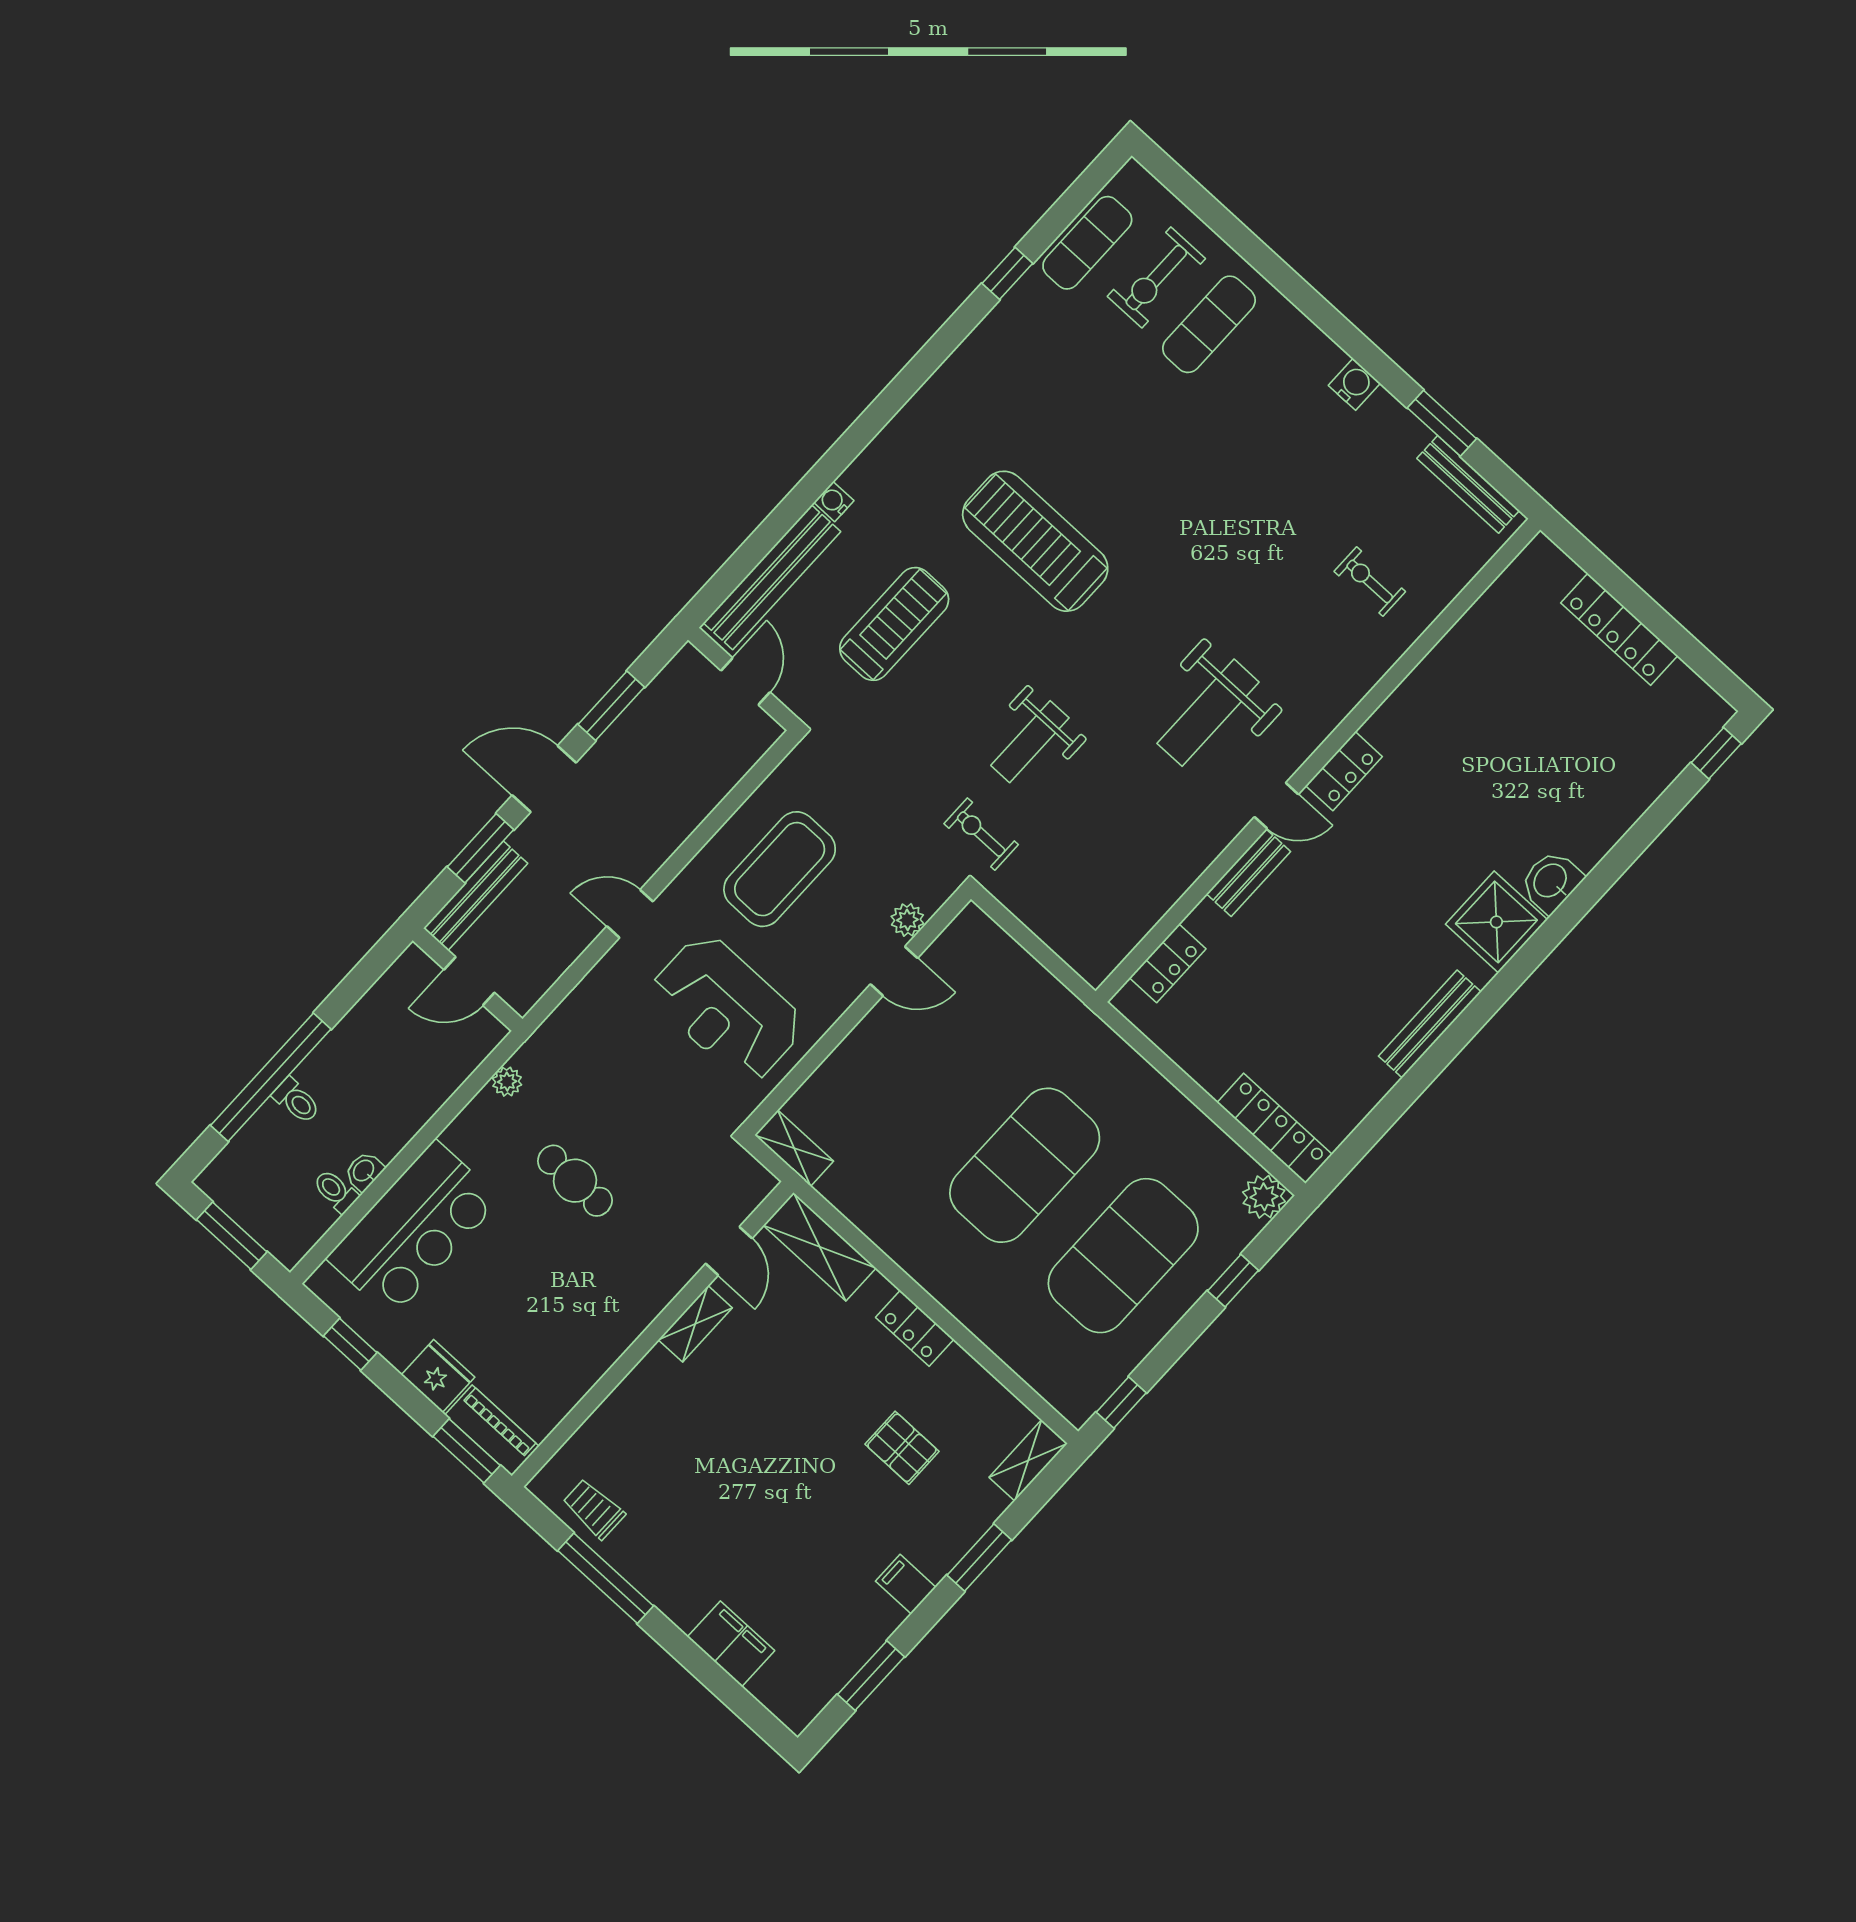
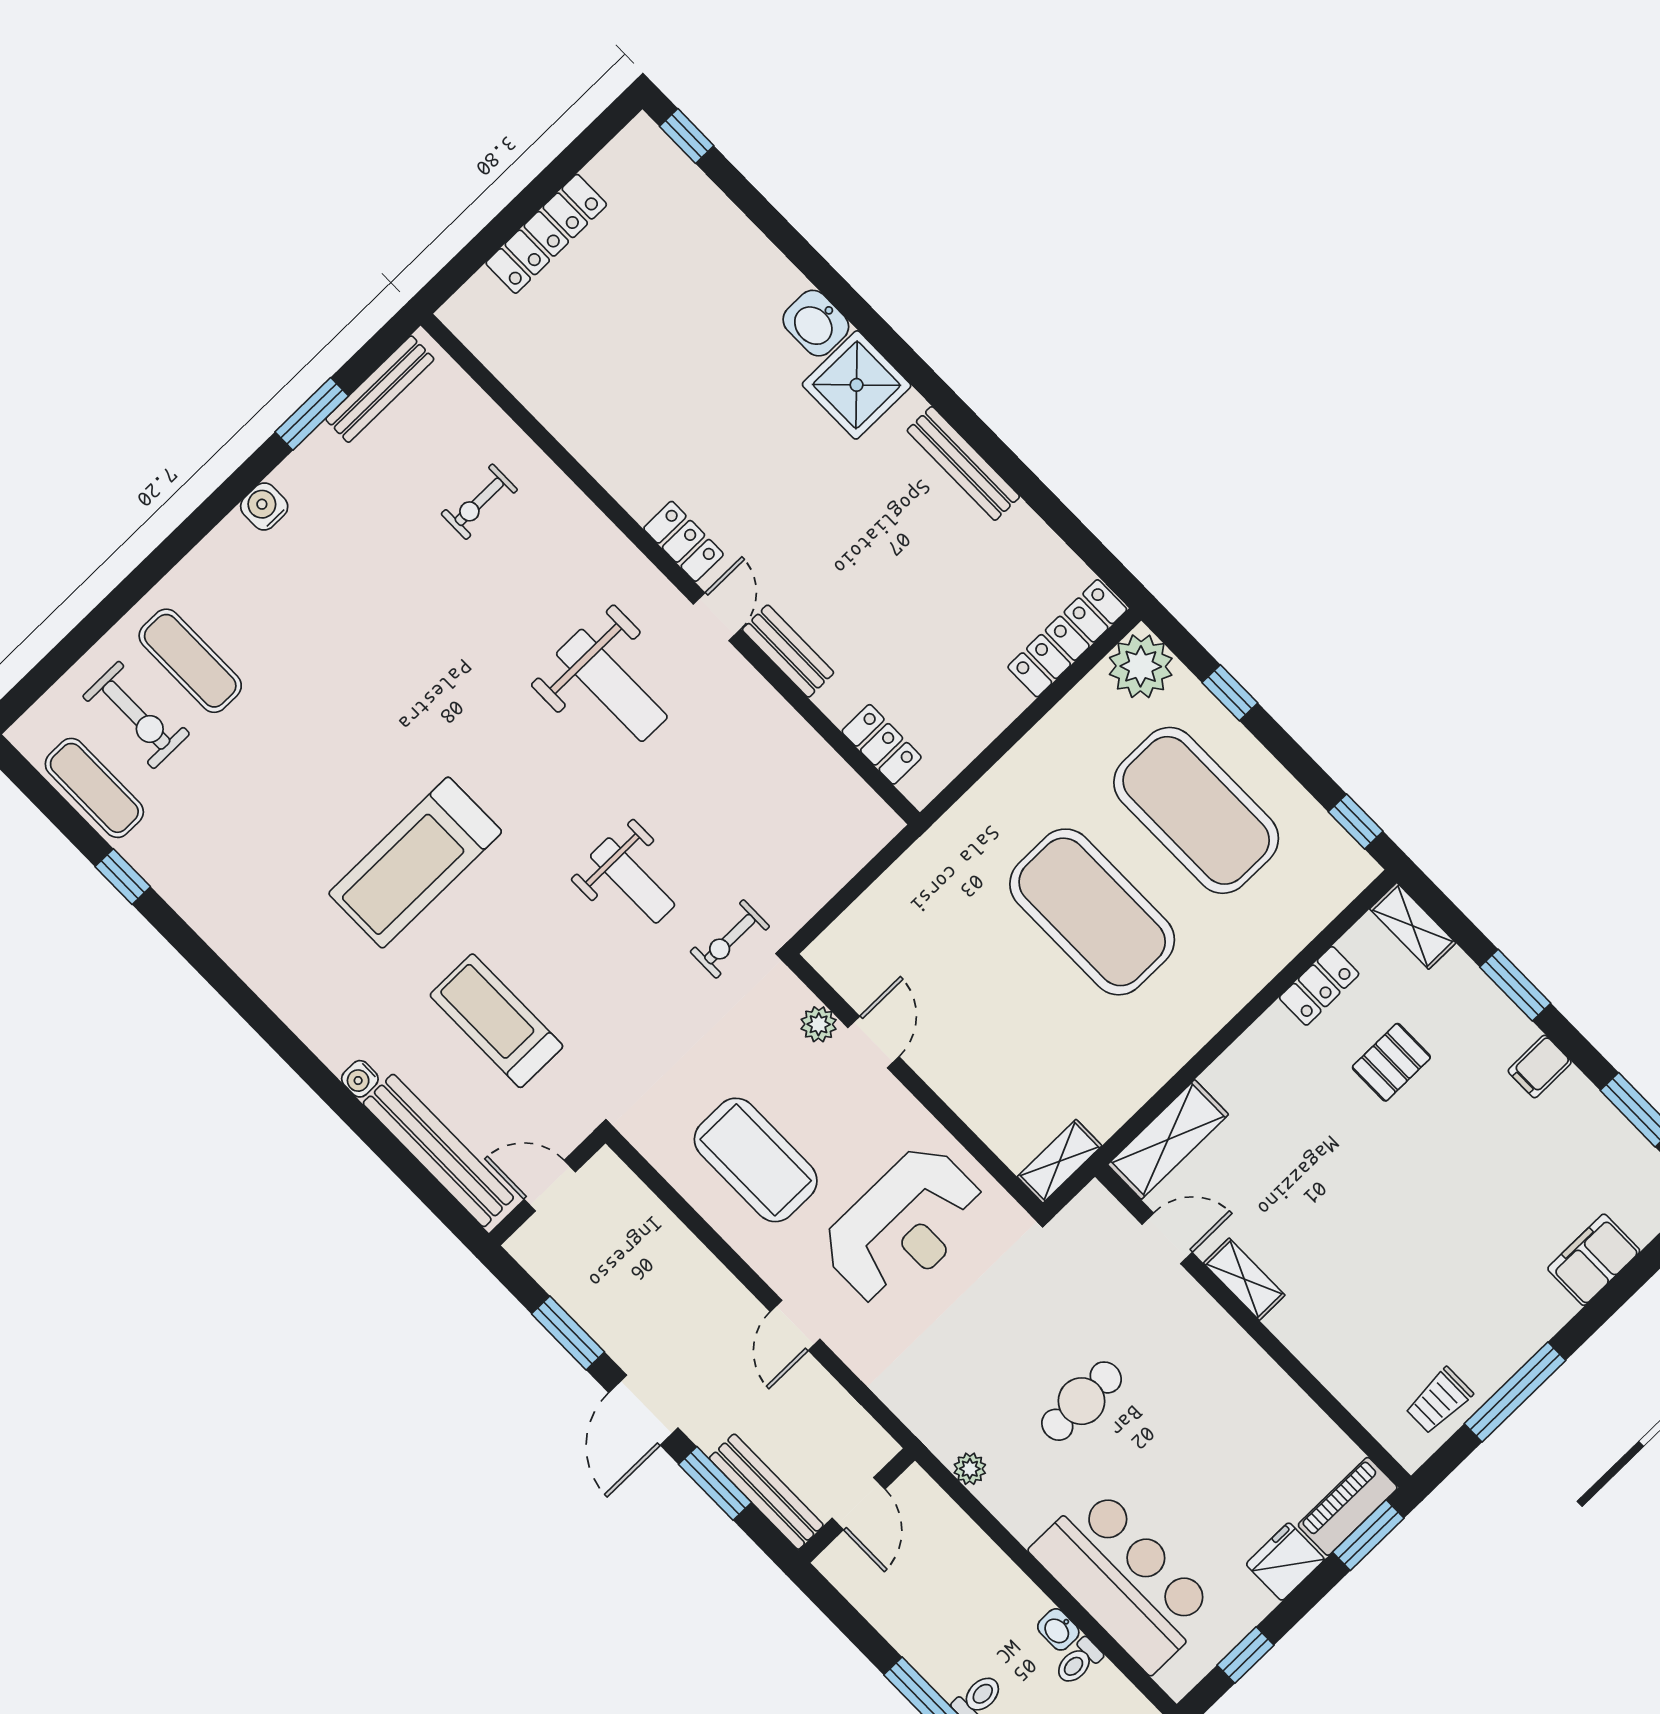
plant: (1264, 1197) -> (1141, 666), width x1.36, depth x1.36
locker: (915, 1328) -> (1319, 986), moved

